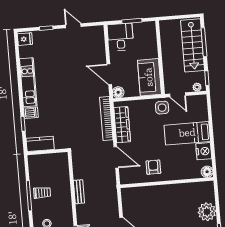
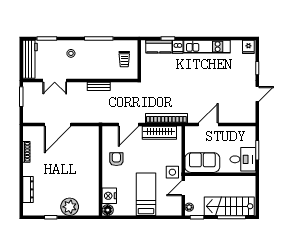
desk: (120, 37) -> (243, 159), moved
floor lamp: (118, 92) -> (190, 132), removed
kitchen counter: (40, 144) -> (159, 47), moved, turned 90
nightstand: (204, 151) -> (109, 196), moved, turned 90
armchair: (153, 167) -> (116, 159), turned -90
trolley: (42, 193) -> (124, 59), moved

